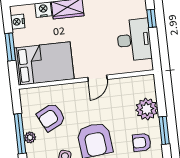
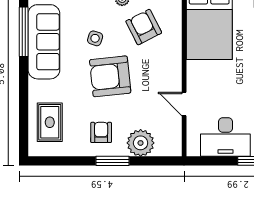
door: (97, 78) -> (184, 104), moved

